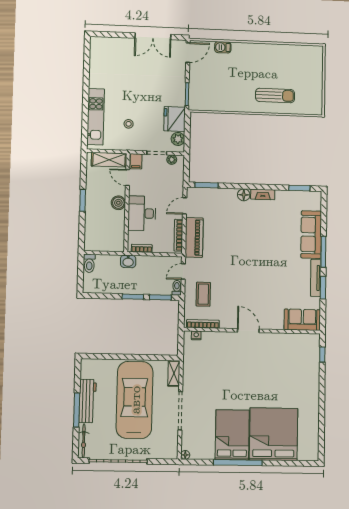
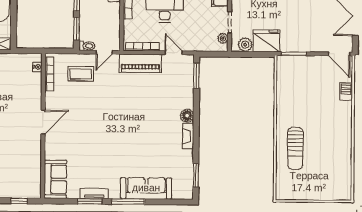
door: (183, 272) -> (104, 52), swing flipped
tv unit: (316, 278) -> (94, 193), width x0.71

